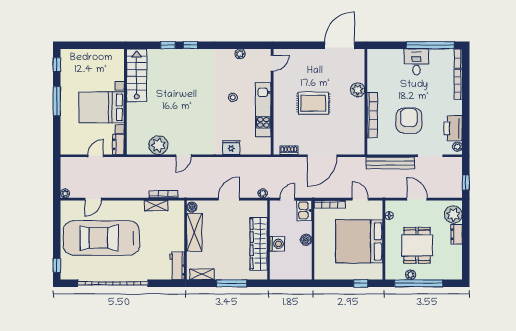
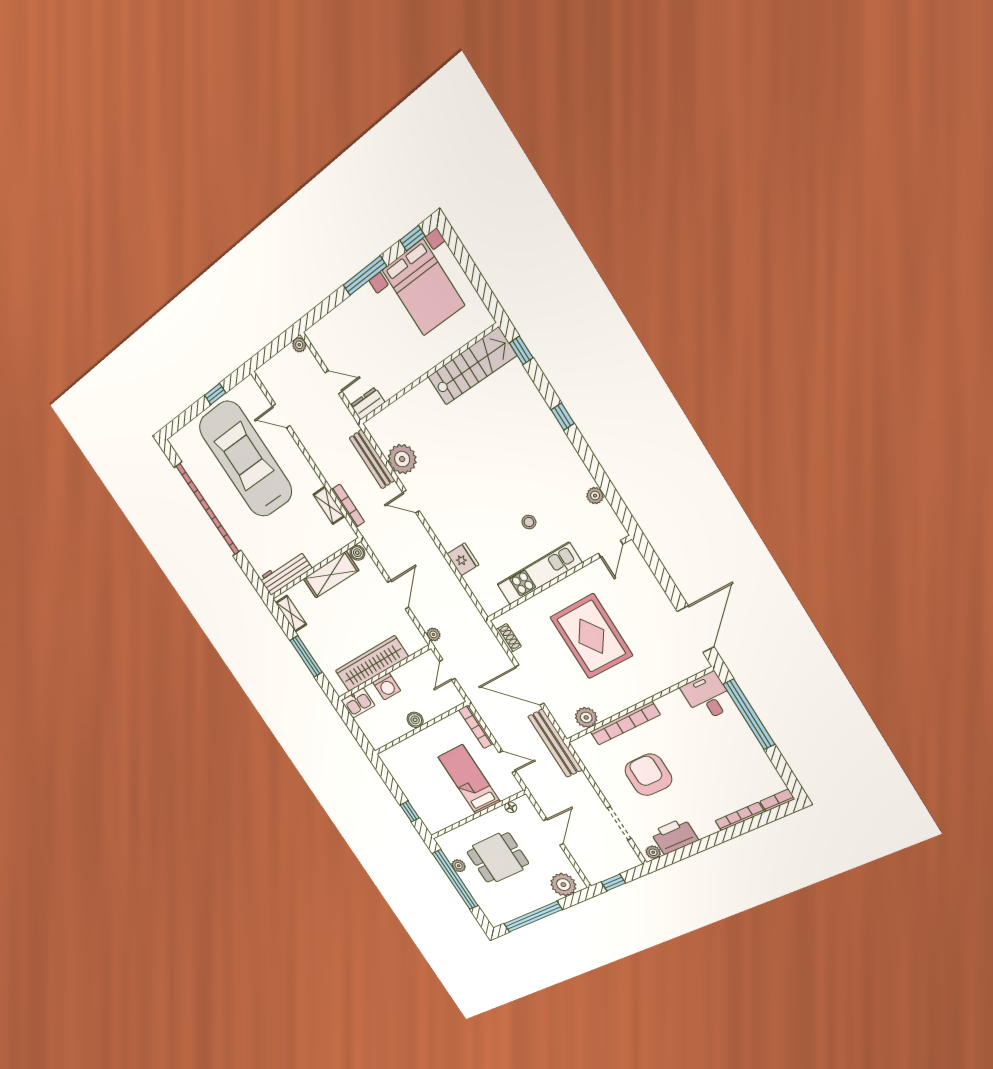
window: (168, 45) -> (521, 350), moved
door: (340, 45) -> (696, 629), hinge flipped
window: (430, 45) -> (749, 714), moved
desk: (416, 62) -> (708, 697), moved, turned -90
door: (272, 63) -> (610, 549), hinge flipped
plant: (358, 90) -> (586, 717), moved
rug: (313, 103) -> (591, 636), width x1.37, depth x1.44
bed with nightstands: (102, 107) -> (423, 288), moved, turned 180
armchair: (409, 121) -> (648, 775), turned -90
bench: (148, 162) -> (372, 459), added
bench: (390, 163) -> (555, 743), moved
plant: (65, 193) -> (299, 345), moved
door: (229, 199) -> (398, 595), hinge flipped
door: (287, 199) -> (447, 670), swing flipped
door: (360, 199) -> (507, 762), hinge flipped
kitchen sink: (304, 210) -> (358, 703), moved, turned 180
dresser: (456, 234) -> (542, 899), removed
bed: (359, 241) -> (469, 779), width x0.49
window: (466, 248) -> (533, 917), added
window: (57, 265) -> (215, 394), moved
workbench: (177, 266) -> (285, 573), width x1.38

